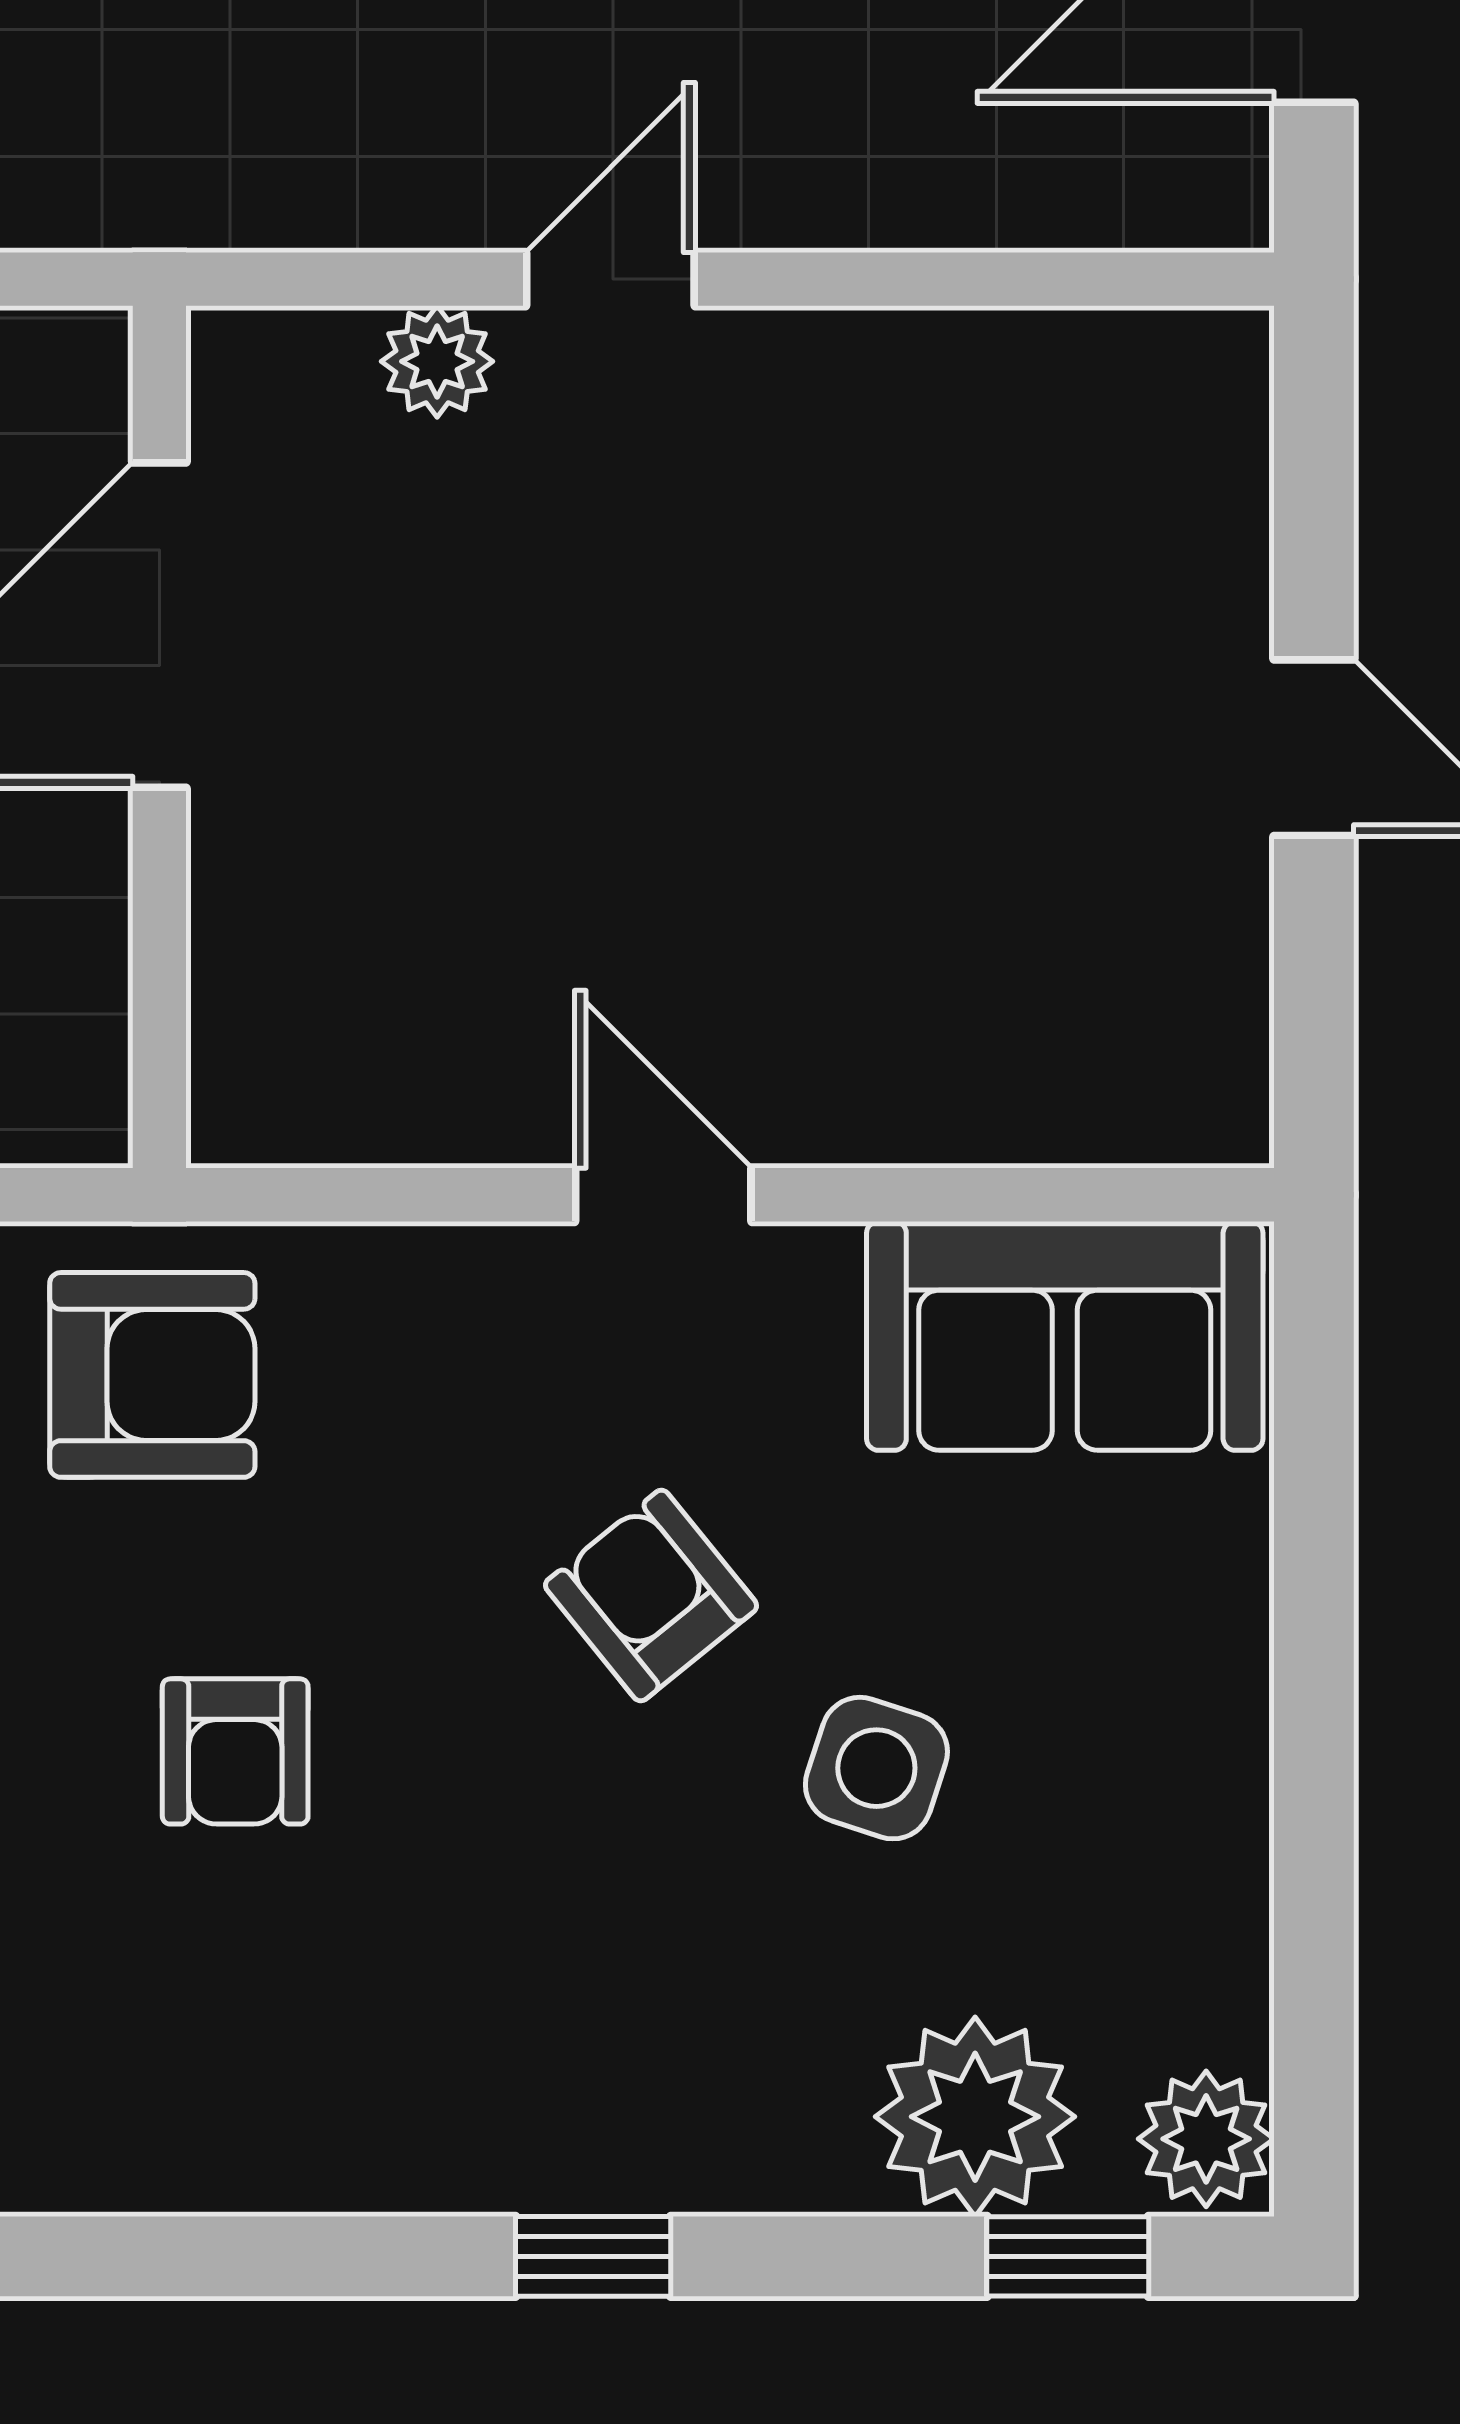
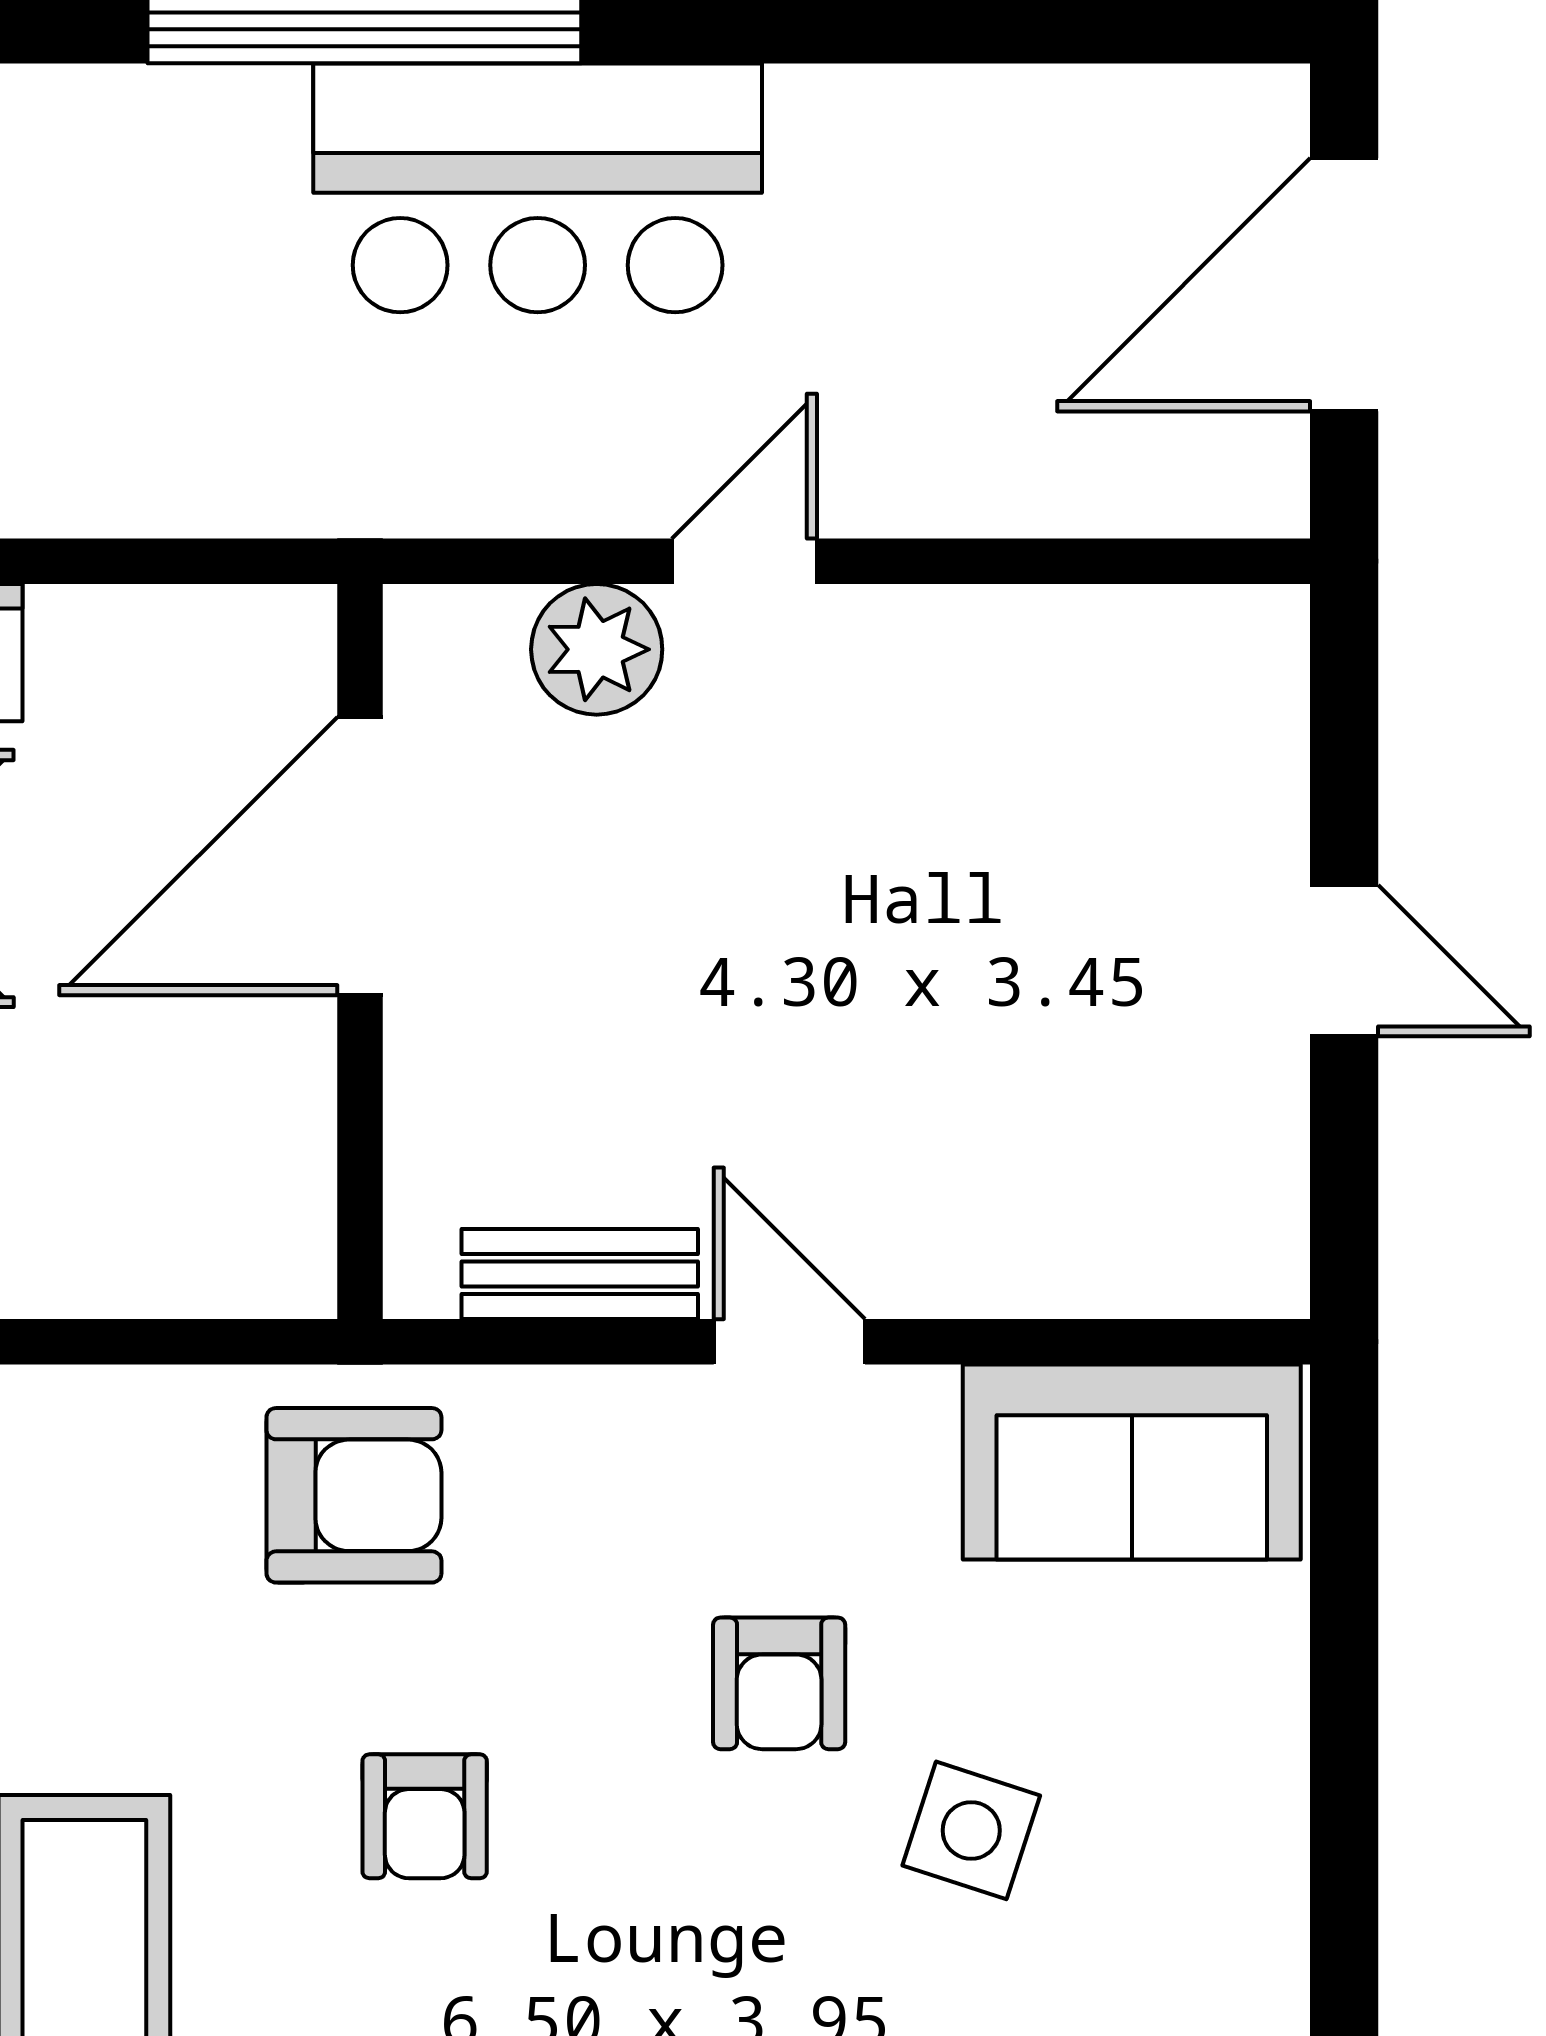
plant: (437, 361) -> (597, 649), width x1.38, depth x1.38
bench: (417, 1115) -> (580, 1274), added
armchair: (651, 1596) -> (779, 1683), turned -141

